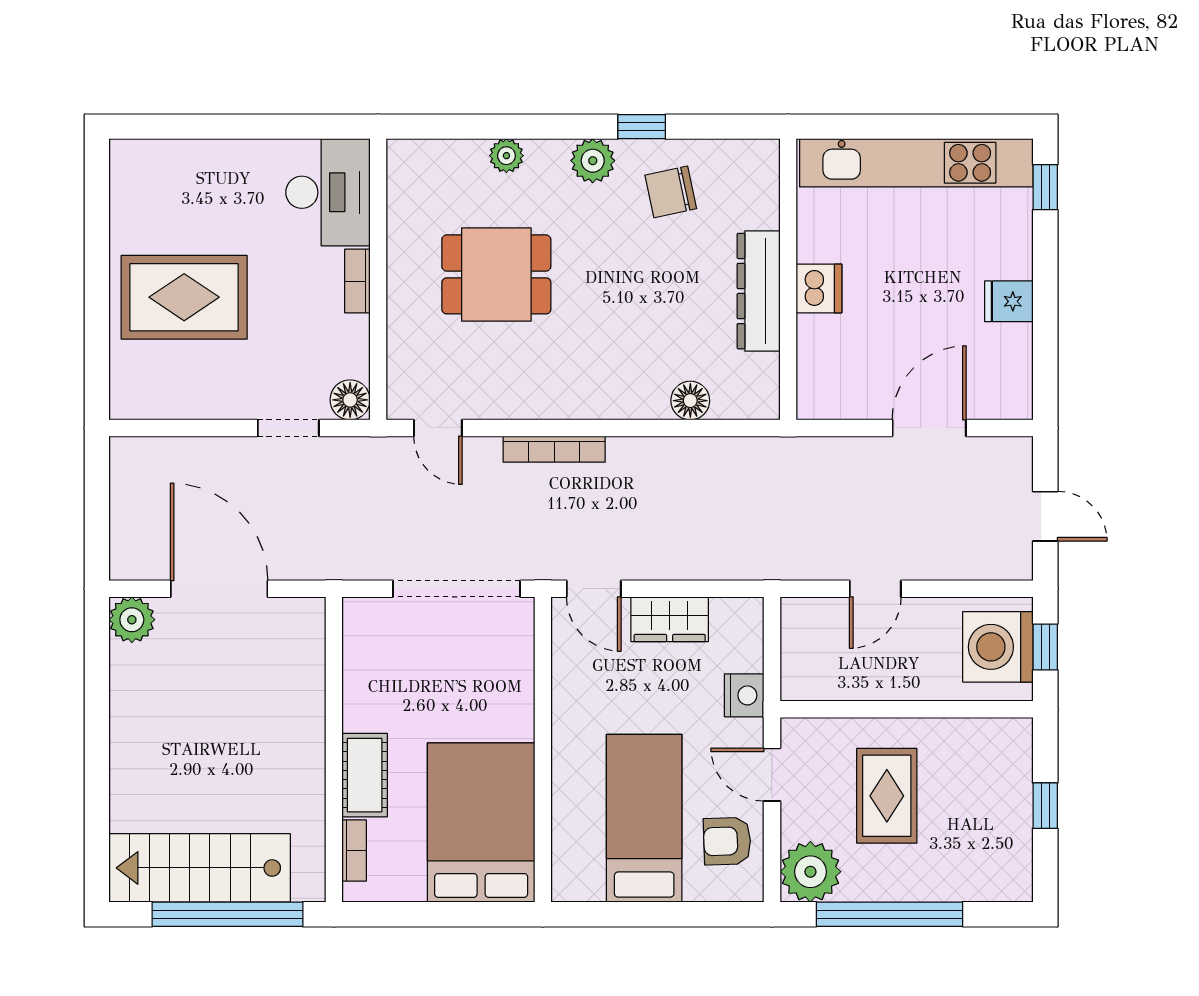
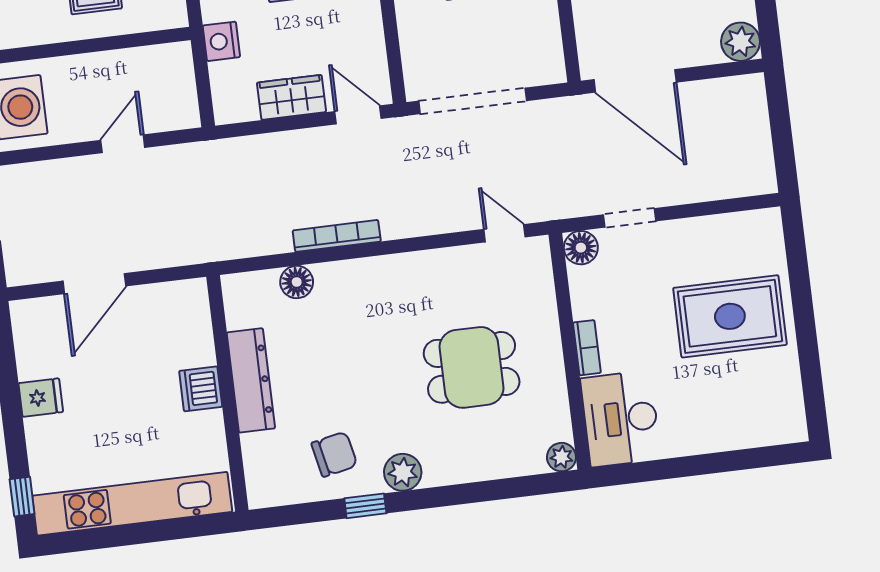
plant: (506, 156) -> (561, 457), moved
bookcase: (554, 449) -> (337, 236), moved
door: (219, 589) -> (635, 81), moved

